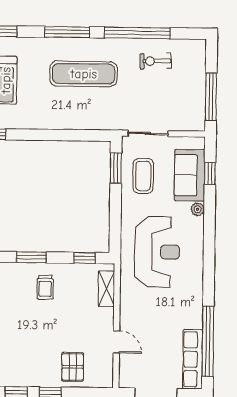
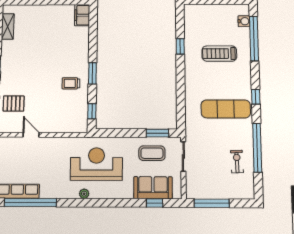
window: (67, 32) -> (256, 97), width x0.46
exercise mat: (84, 74) -> (226, 109), turned 90
plant: (198, 209) -> (84, 194), moved
reception desk: (157, 252) -> (96, 164), turned 180
shelving: (106, 289) -> (70, 127), removed
door: (116, 342) -> (31, 135), swing flipped

